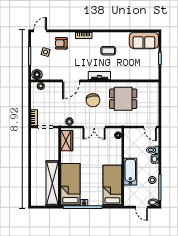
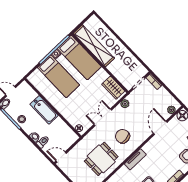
door: (71, 81) -> (160, 128), moved
bed: (112, 186) -> (59, 76), moved

